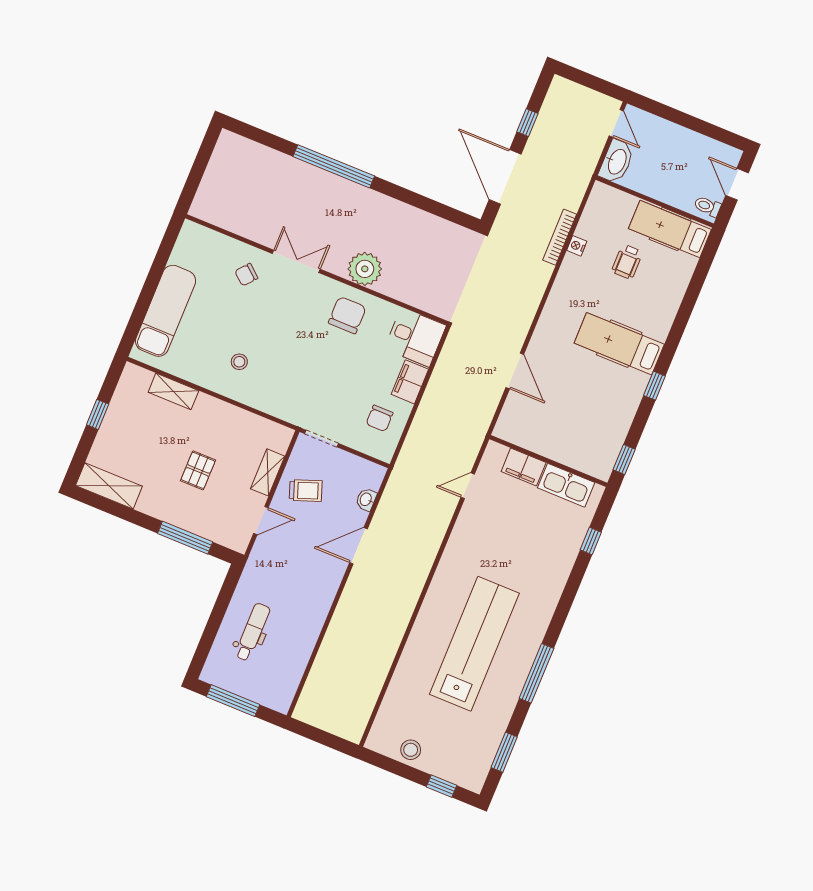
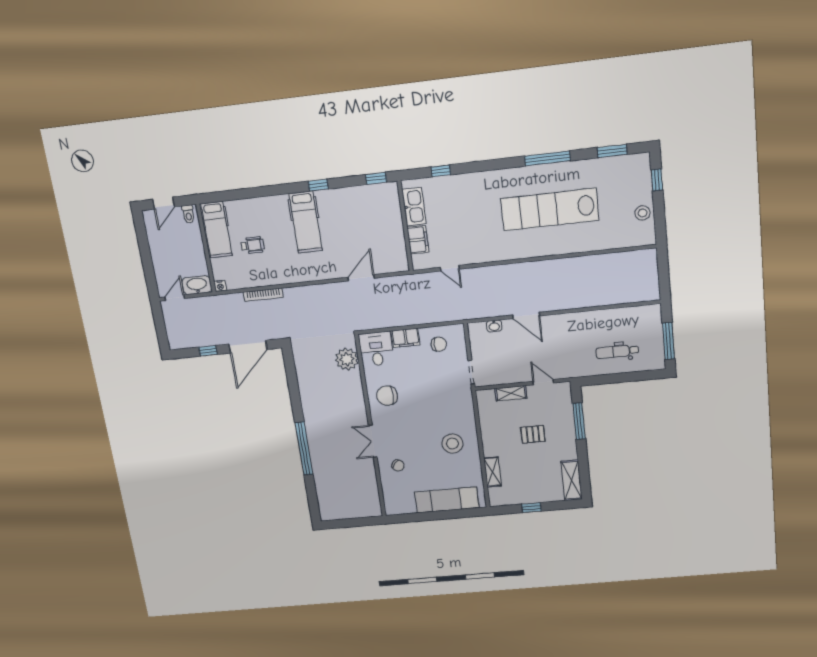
nightstand: (577, 246) -> (220, 286), moved
plant: (365, 269) -> (347, 359), moved
stool: (239, 362) -> (452, 444), width x1.89, depth x1.89
trolley: (306, 491) -> (509, 365), removed

